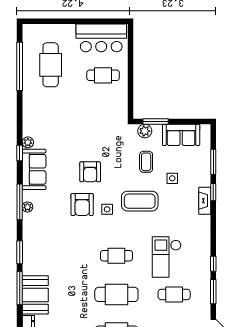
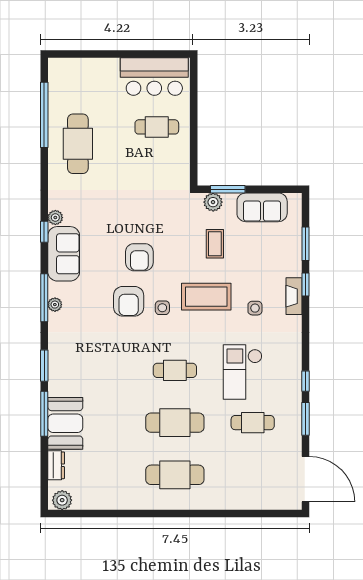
cafe table: (51, 65) -> (78, 144), moved
side table: (172, 178) -> (255, 308), moved

